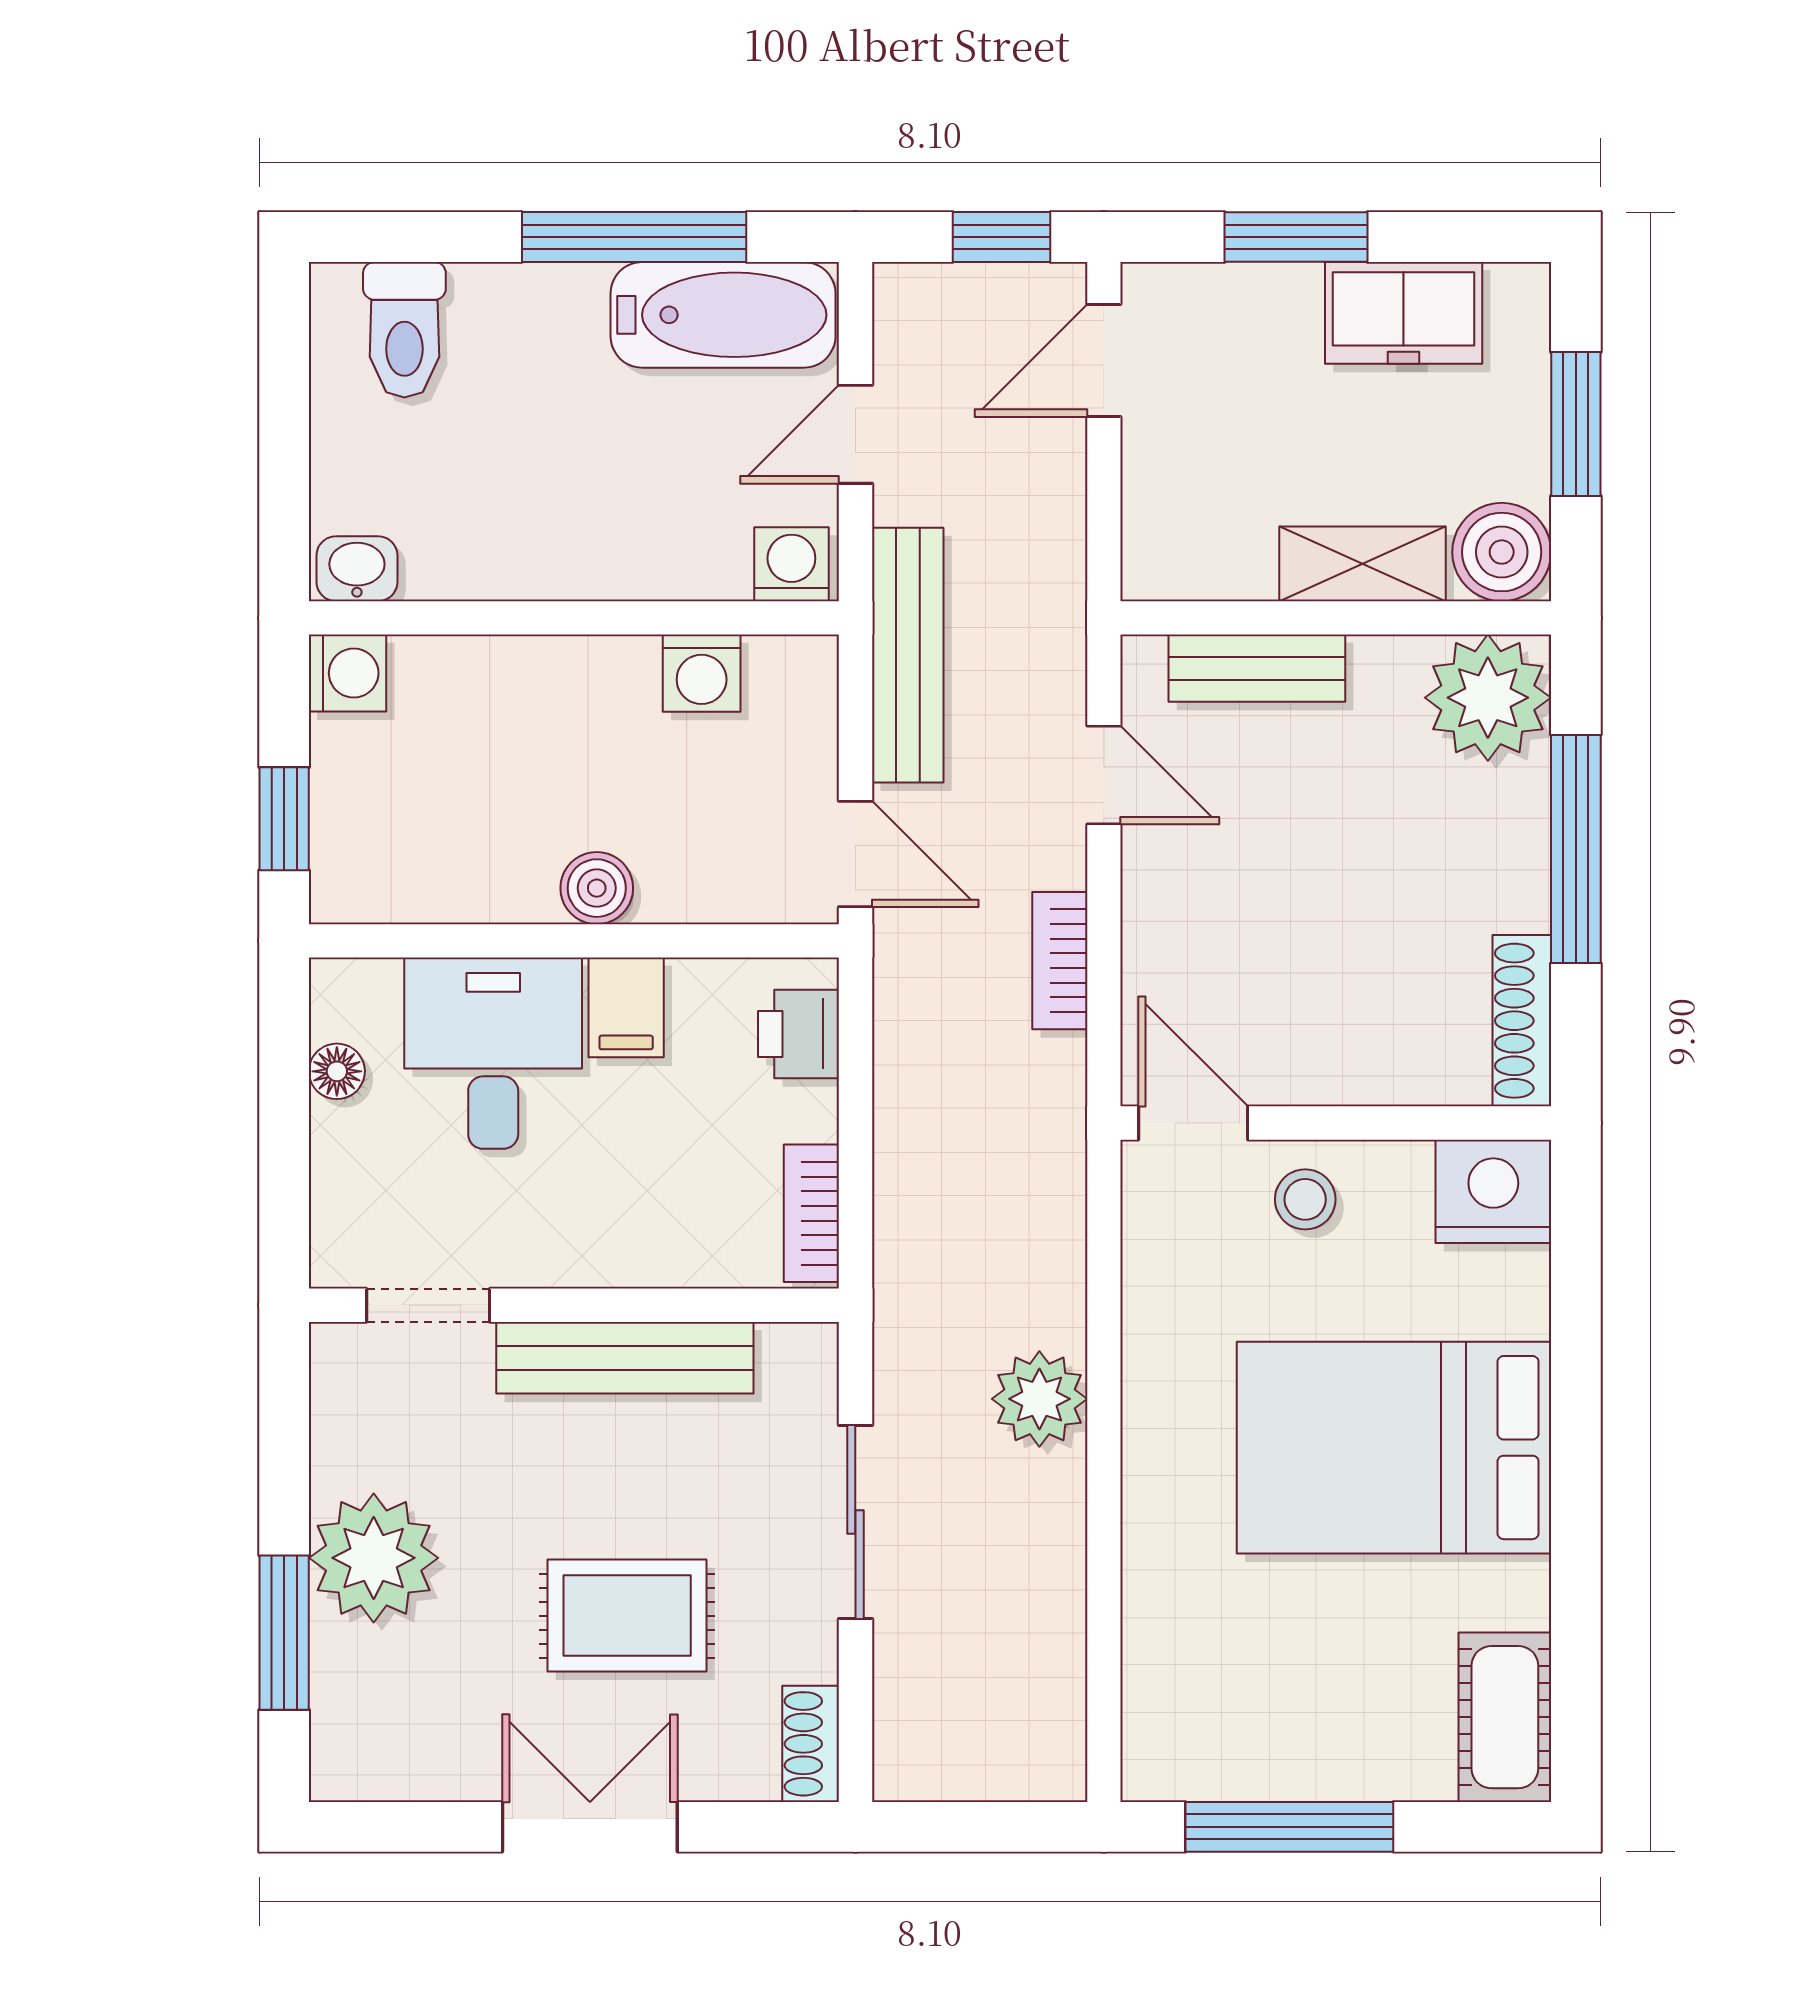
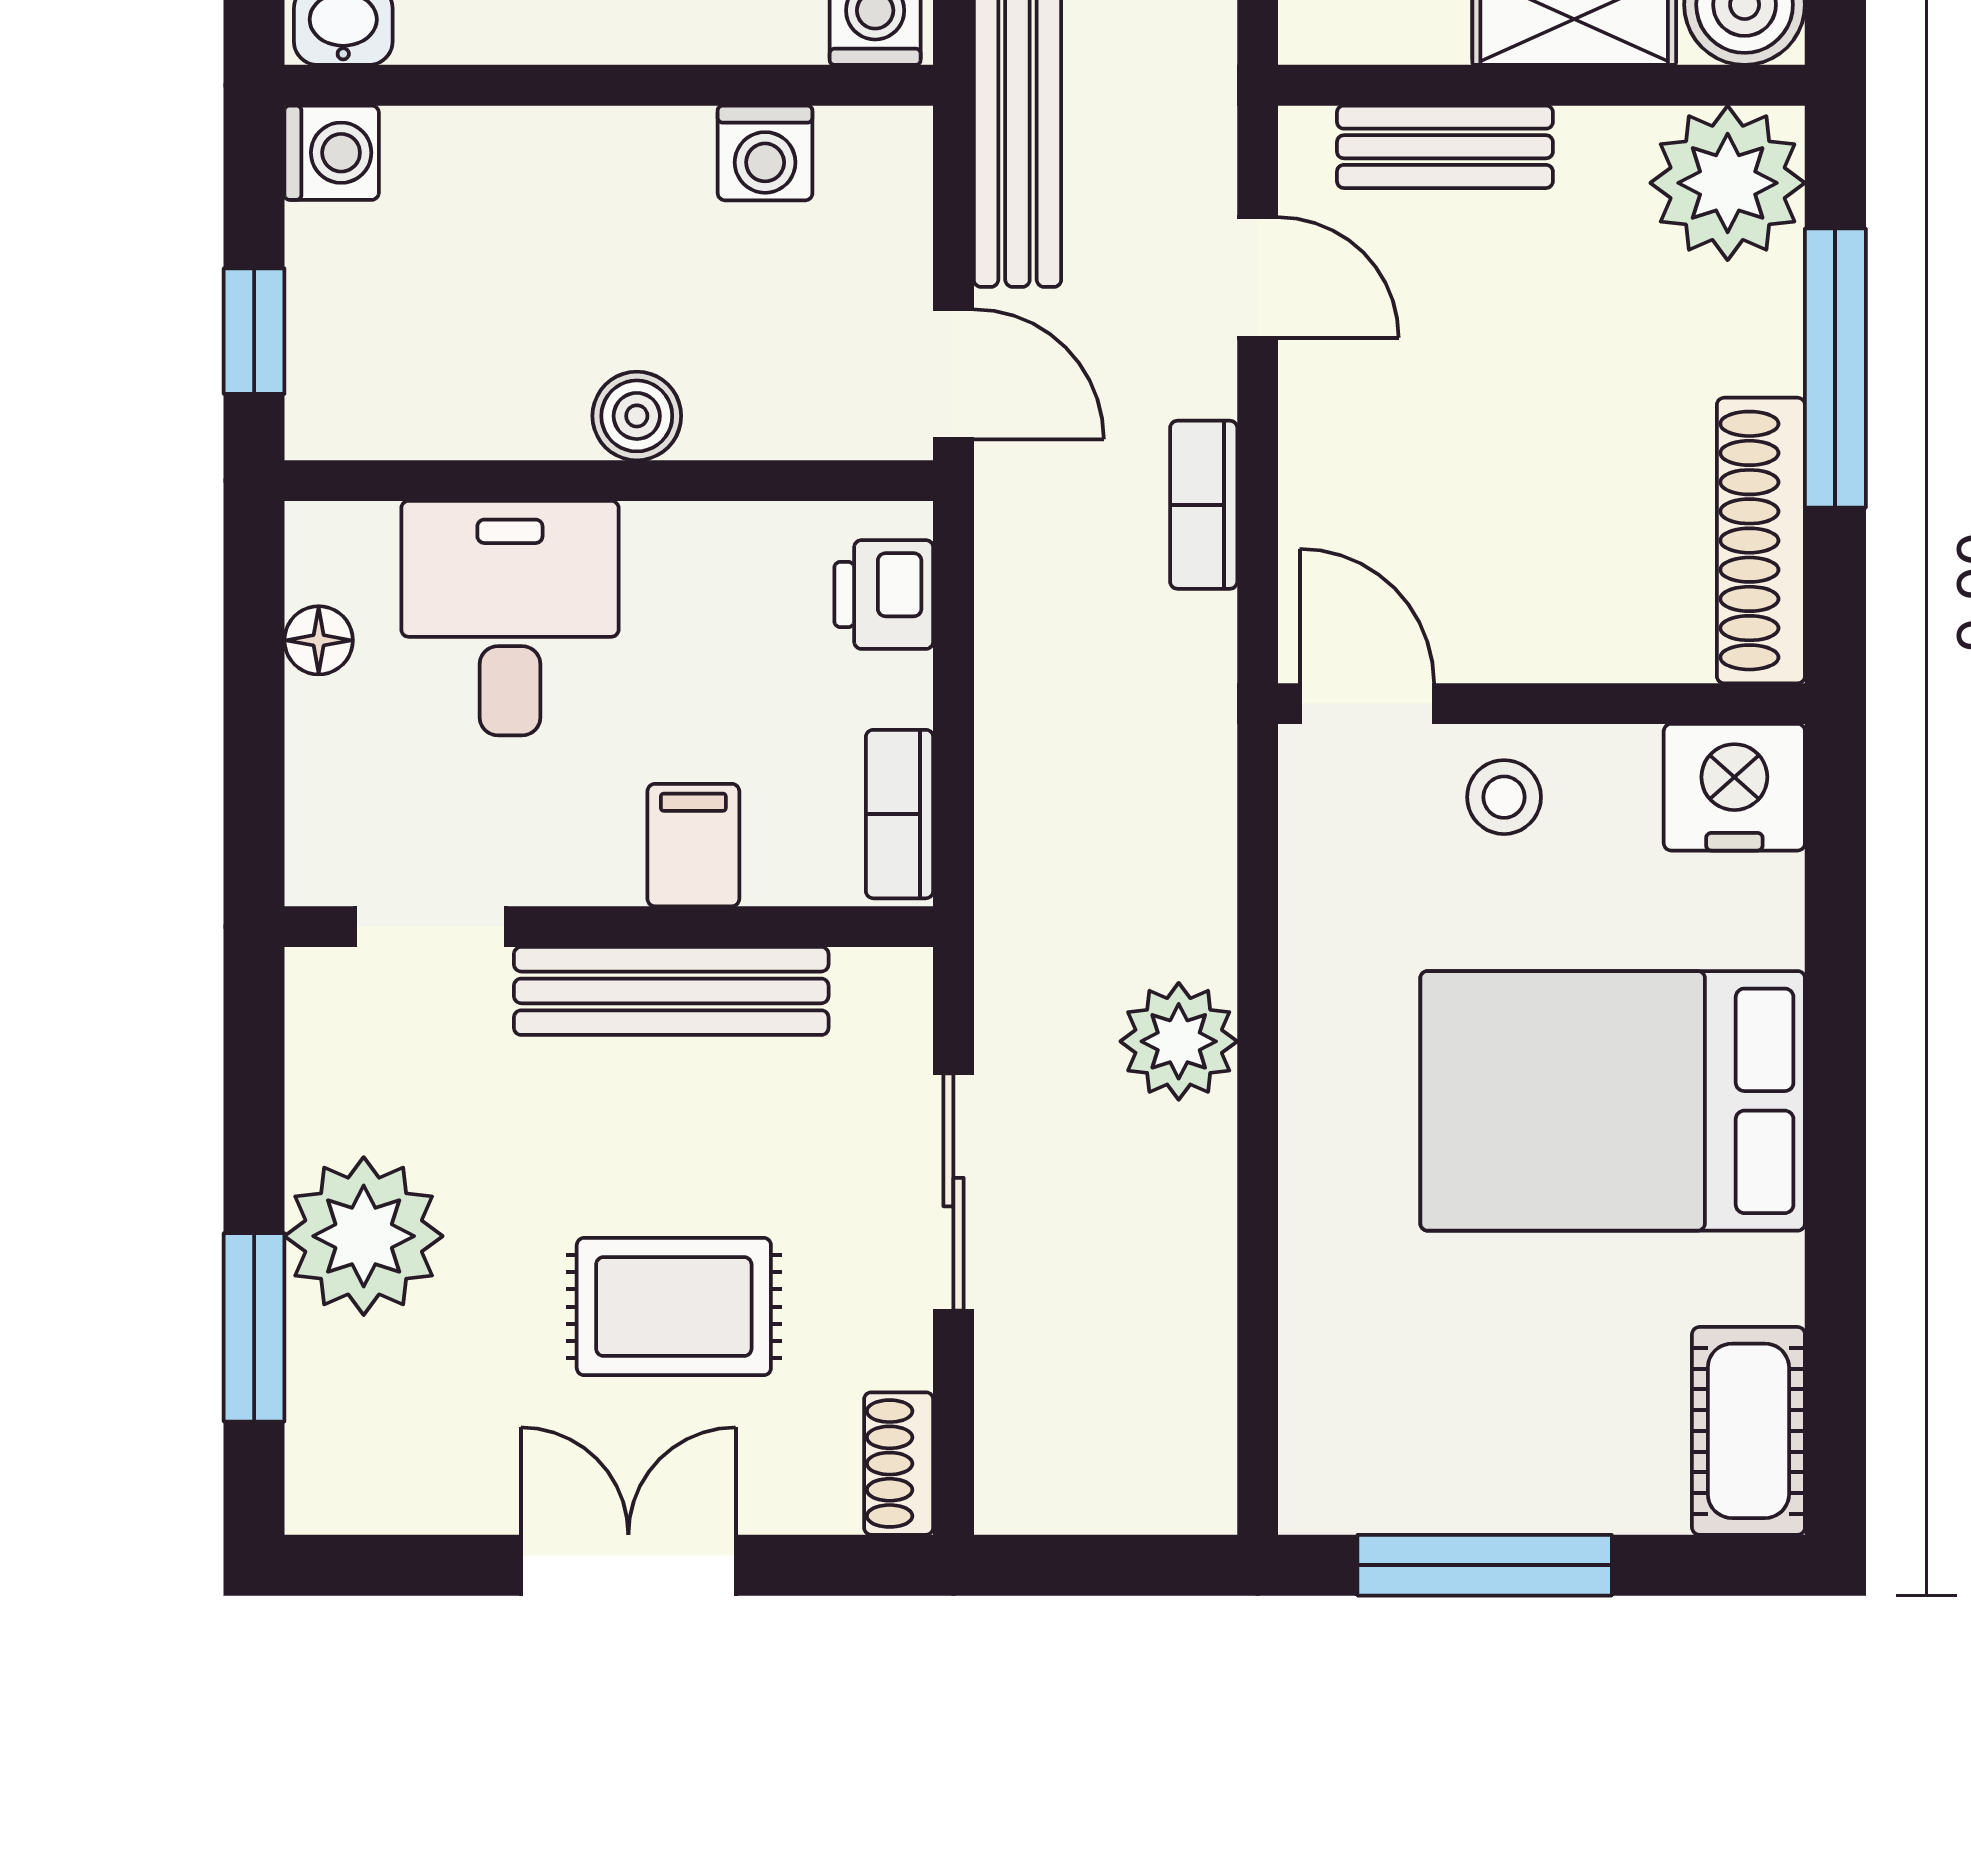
filing cabinet: (626, 1007) -> (693, 845), moved, turned 180
shoe rack: (1522, 1021) -> (1761, 541), width x1.36, depth x1.24

